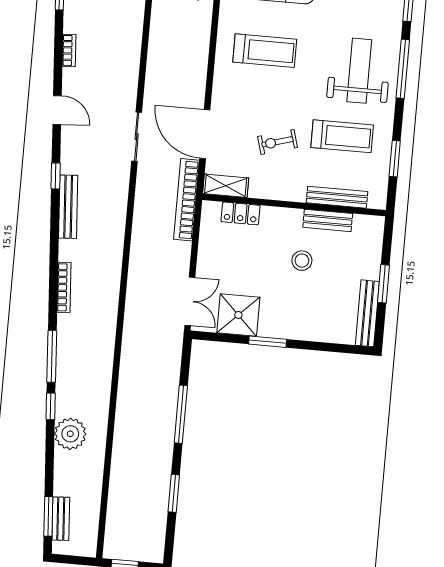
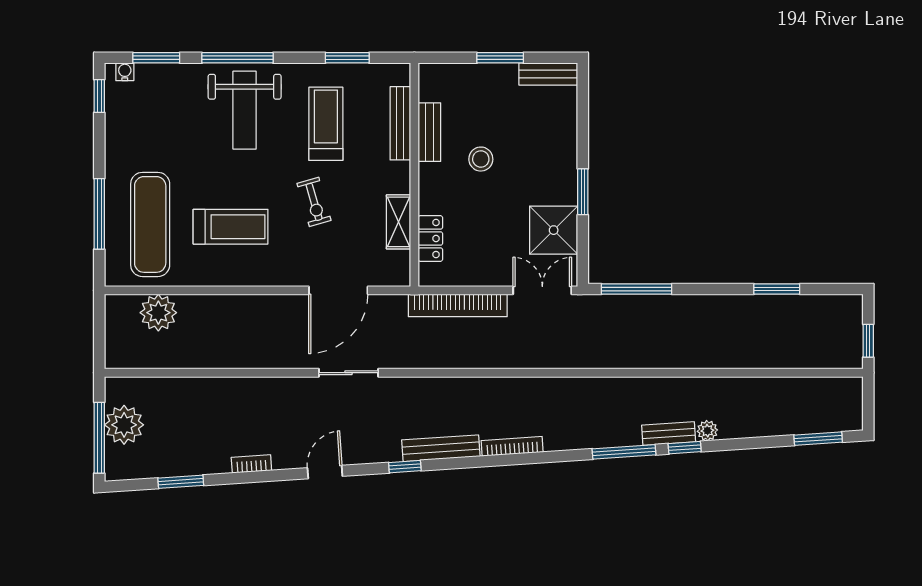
treadmill: (265, 51) -> (231, 227), turned 90
weight bench: (359, 71) -> (245, 110), turned -90
exercise bike: (277, 142) -> (314, 202), moved
shelving: (226, 186) -> (398, 222), moved
bookcase: (186, 200) -> (458, 305), moved
bookcase: (64, 287) -> (512, 446), moved
bench: (367, 313) -> (548, 74), width x0.73
window: (181, 414) -> (637, 289), moved
plant: (70, 434) -> (707, 431), width x0.53, depth x0.53
bench: (61, 519) -> (669, 433), moved

